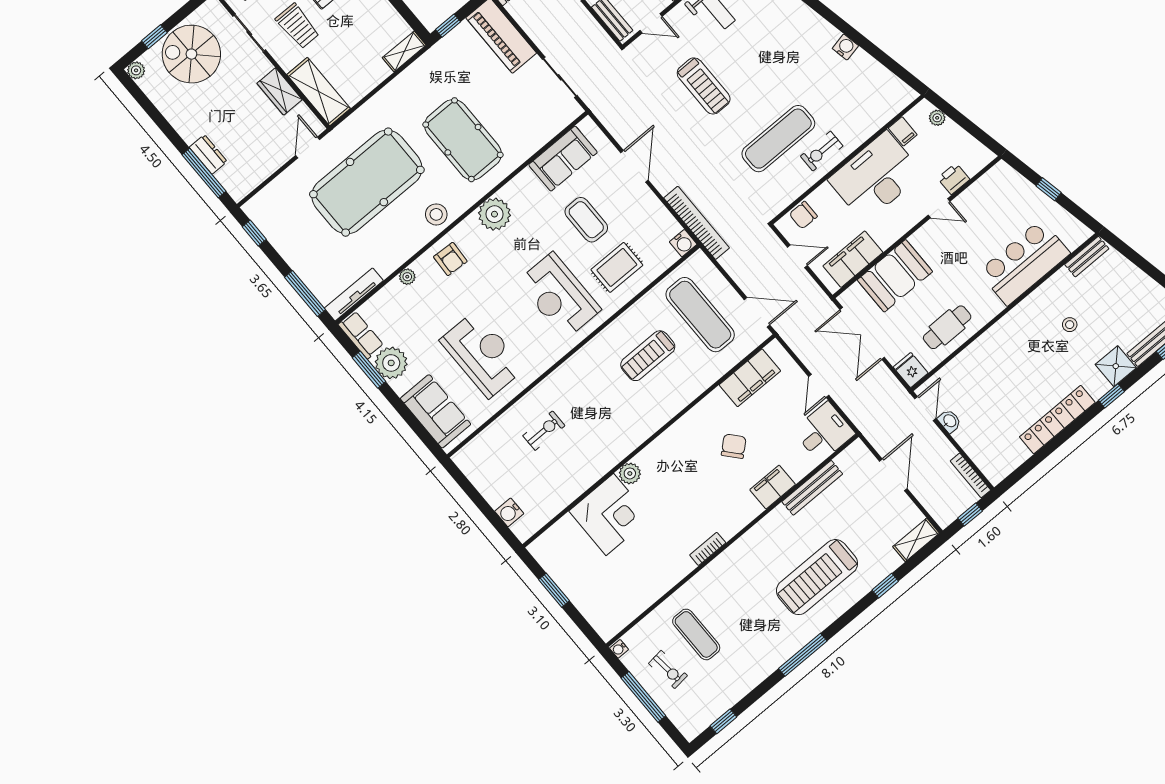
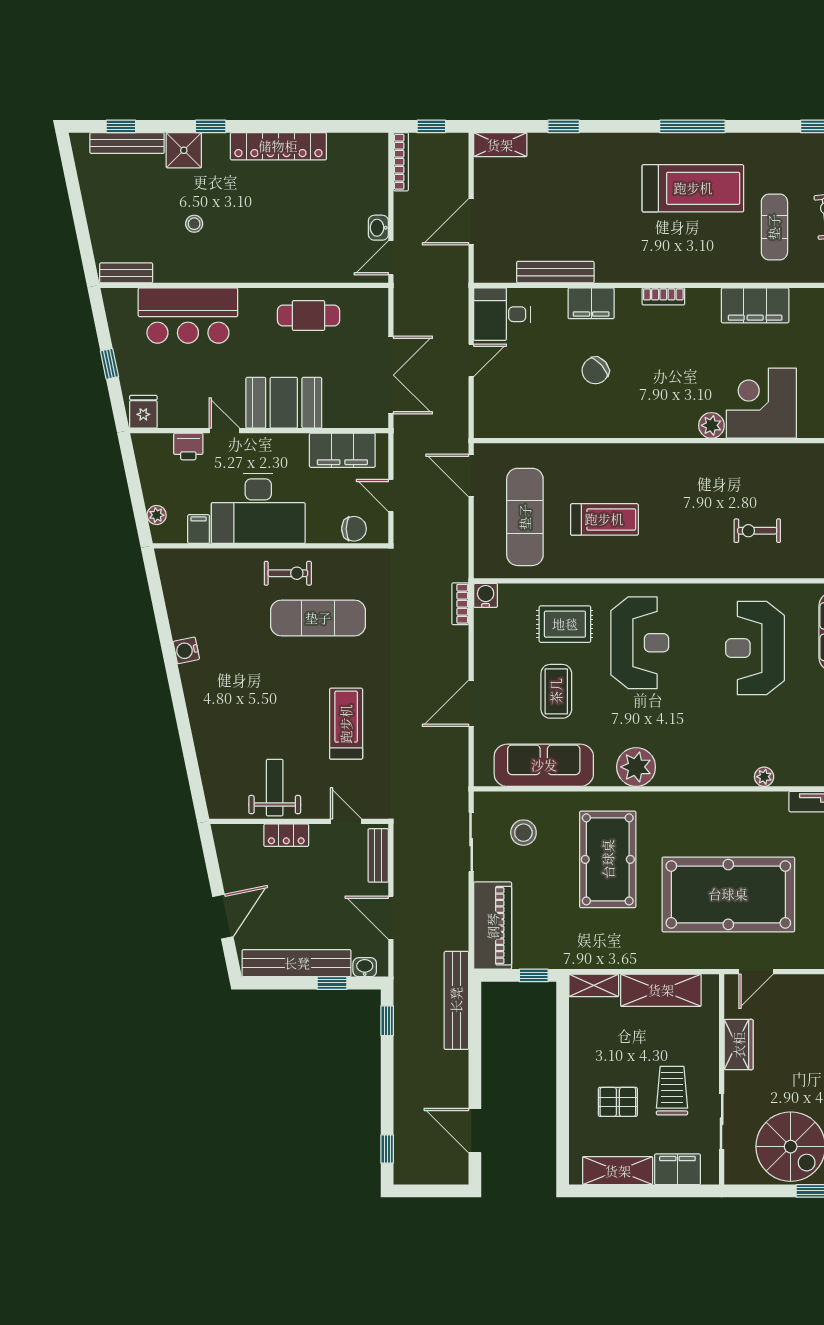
shelving: (319, 92) -> (661, 990), moved, turned 90
sofa: (563, 159) -> (544, 765), width x1.36
stool: (436, 214) -> (523, 833), moved
bookcase: (697, 223) -> (460, 604), width x0.43, depth x0.76
armchair: (450, 259) -> (711, 760), removed
booth: (895, 276) -> (284, 403), moved
fridge: (911, 370) -> (143, 412), moved, turned 180
filing cabinet: (750, 378) -> (755, 305), moved, turned 180
bookcase: (708, 549) -> (663, 296), moved
treadmill: (817, 577) -> (693, 188), moved

